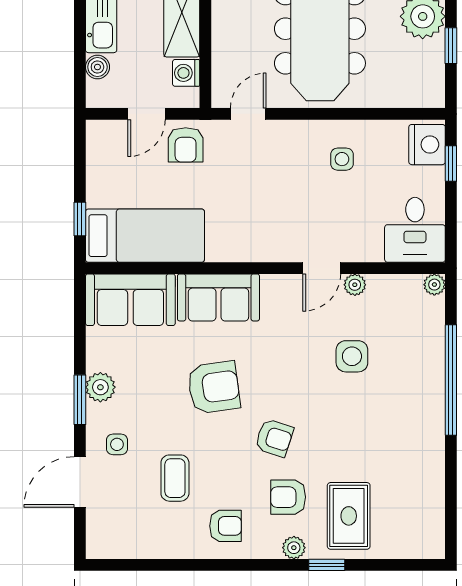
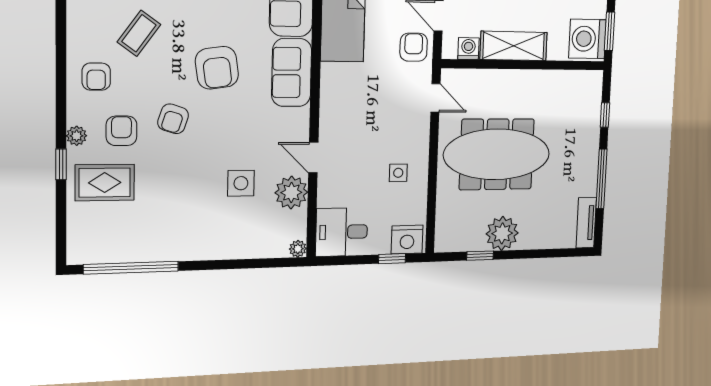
armchair: (186, 145) -> (414, 47), turned 90
plant: (355, 285) -> (291, 192), width x1.88, depth x1.88
window: (451, 380) -> (131, 268), moved
coffee table: (175, 478) -> (139, 33), turned -54

